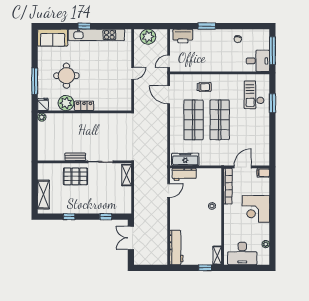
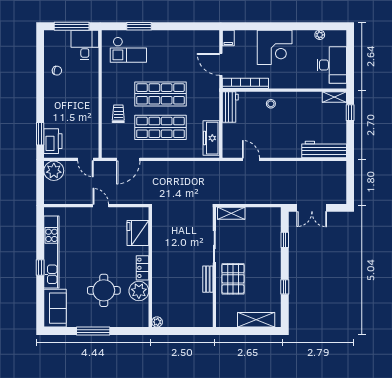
window: (207, 26) -> (40, 134), moved
plant: (148, 37) -> (54, 171), moved
window: (35, 81) -> (93, 331), moved
fridge: (43, 104) -> (138, 233), moved, width x1.88, depth x1.34
workbench: (184, 174) -> (230, 107), moved

